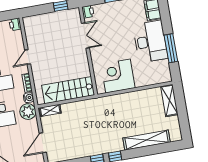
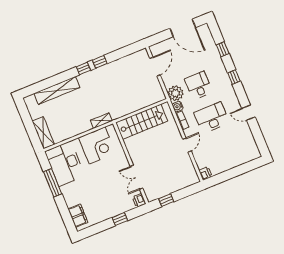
desk: (150, 41) -> (65, 164), moved
shelving: (50, 110) -> (101, 121), moved

